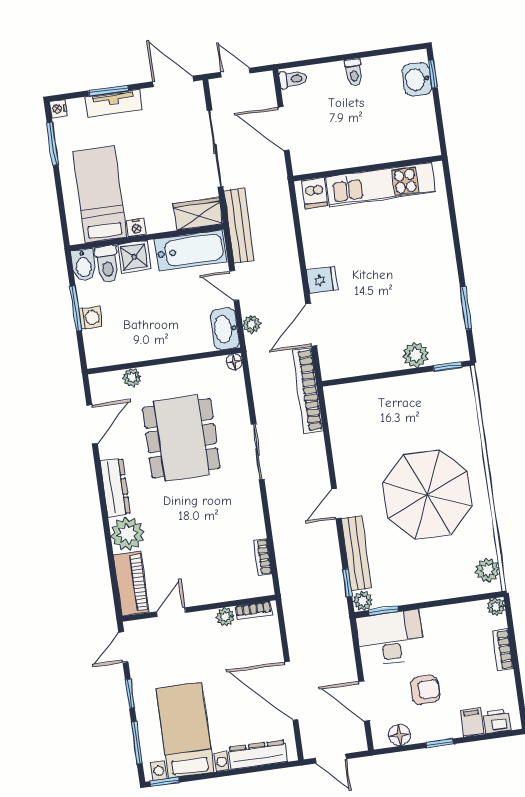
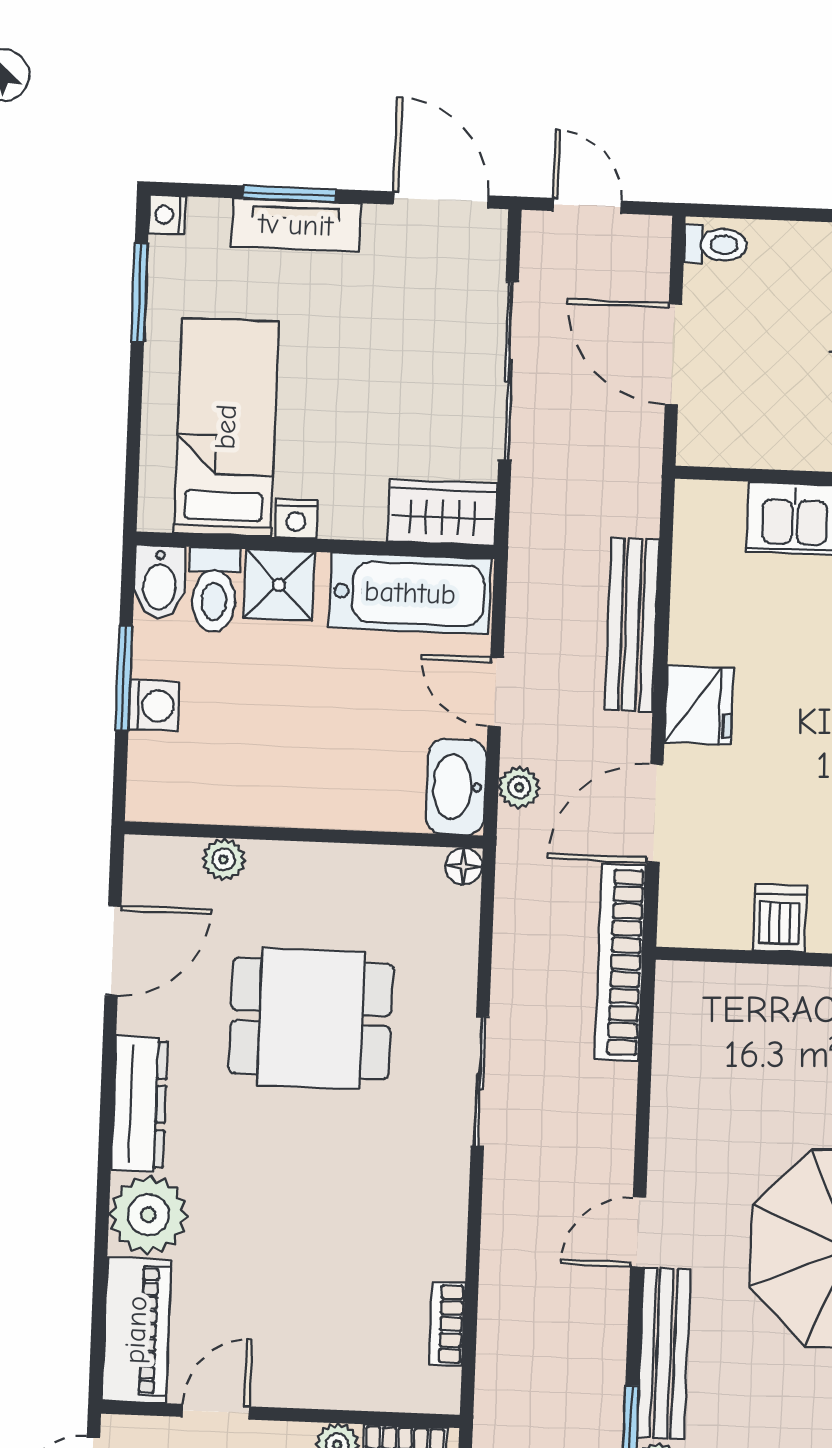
dishwasher: (314, 193) -> (780, 918), moved, turned 180
bench: (239, 225) -> (632, 625), moved
fridge: (322, 280) -> (699, 705), width x1.38
dining table: (181, 438) -> (311, 1018), width x0.73

